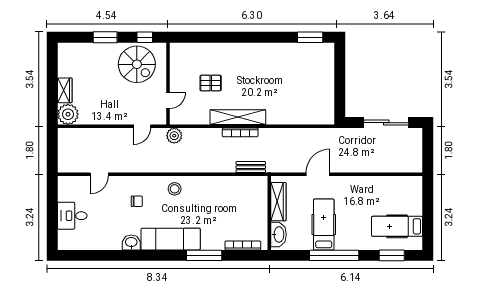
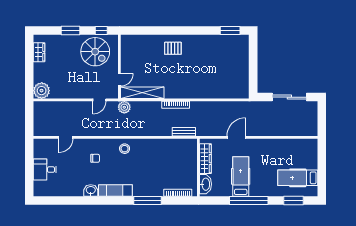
pallet: (211, 83) -> (173, 48), moved
wardrobe: (65, 90) -> (39, 52), moved
shelving: (238, 117) -> (142, 93), moved
exam couch: (171, 239) -> (115, 190), width x0.73, depth x0.69

